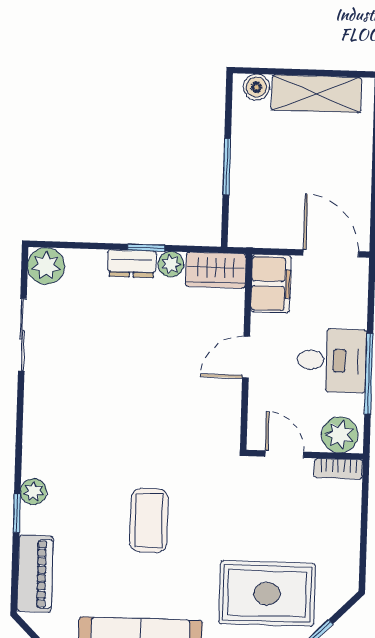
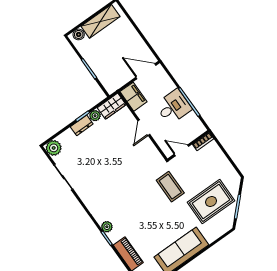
plant: (340, 435) -> (195, 130), removed
coffee table: (149, 520) -> (170, 187), moved

